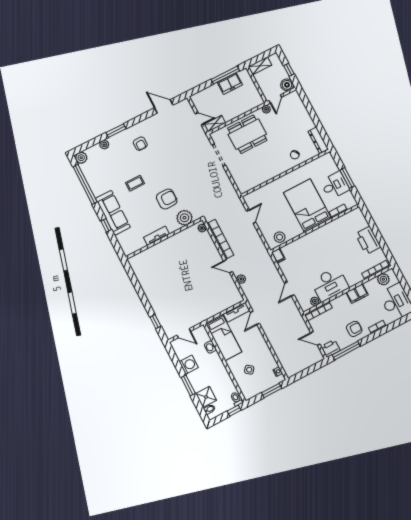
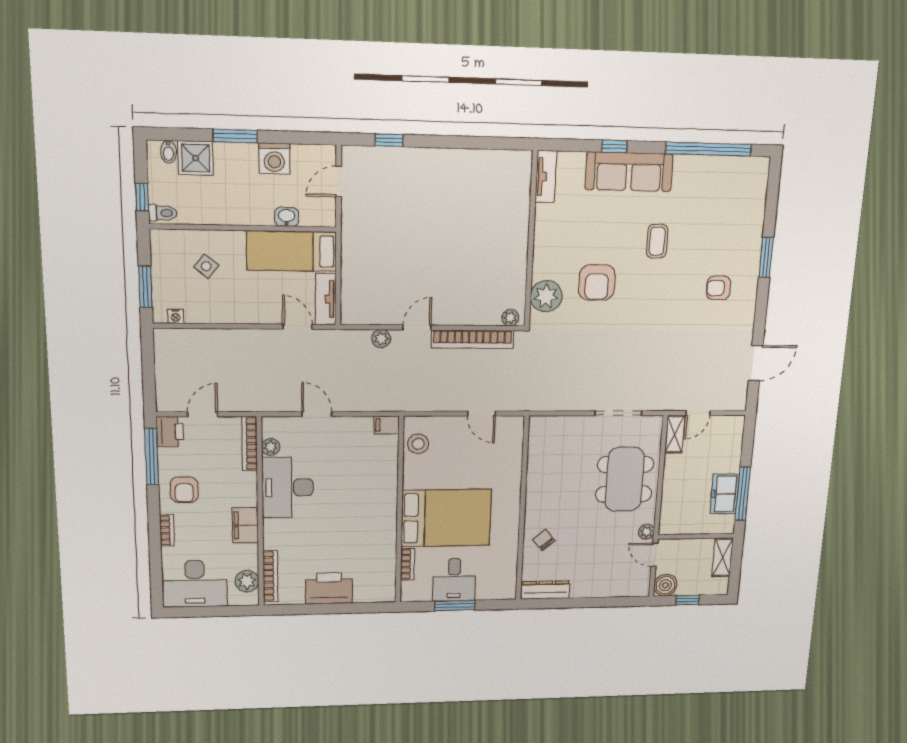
plant: (104, 145) -> (755, 223), removed
plant: (81, 158) -> (758, 168), removed
tv unit: (156, 236) -> (546, 177), moved

